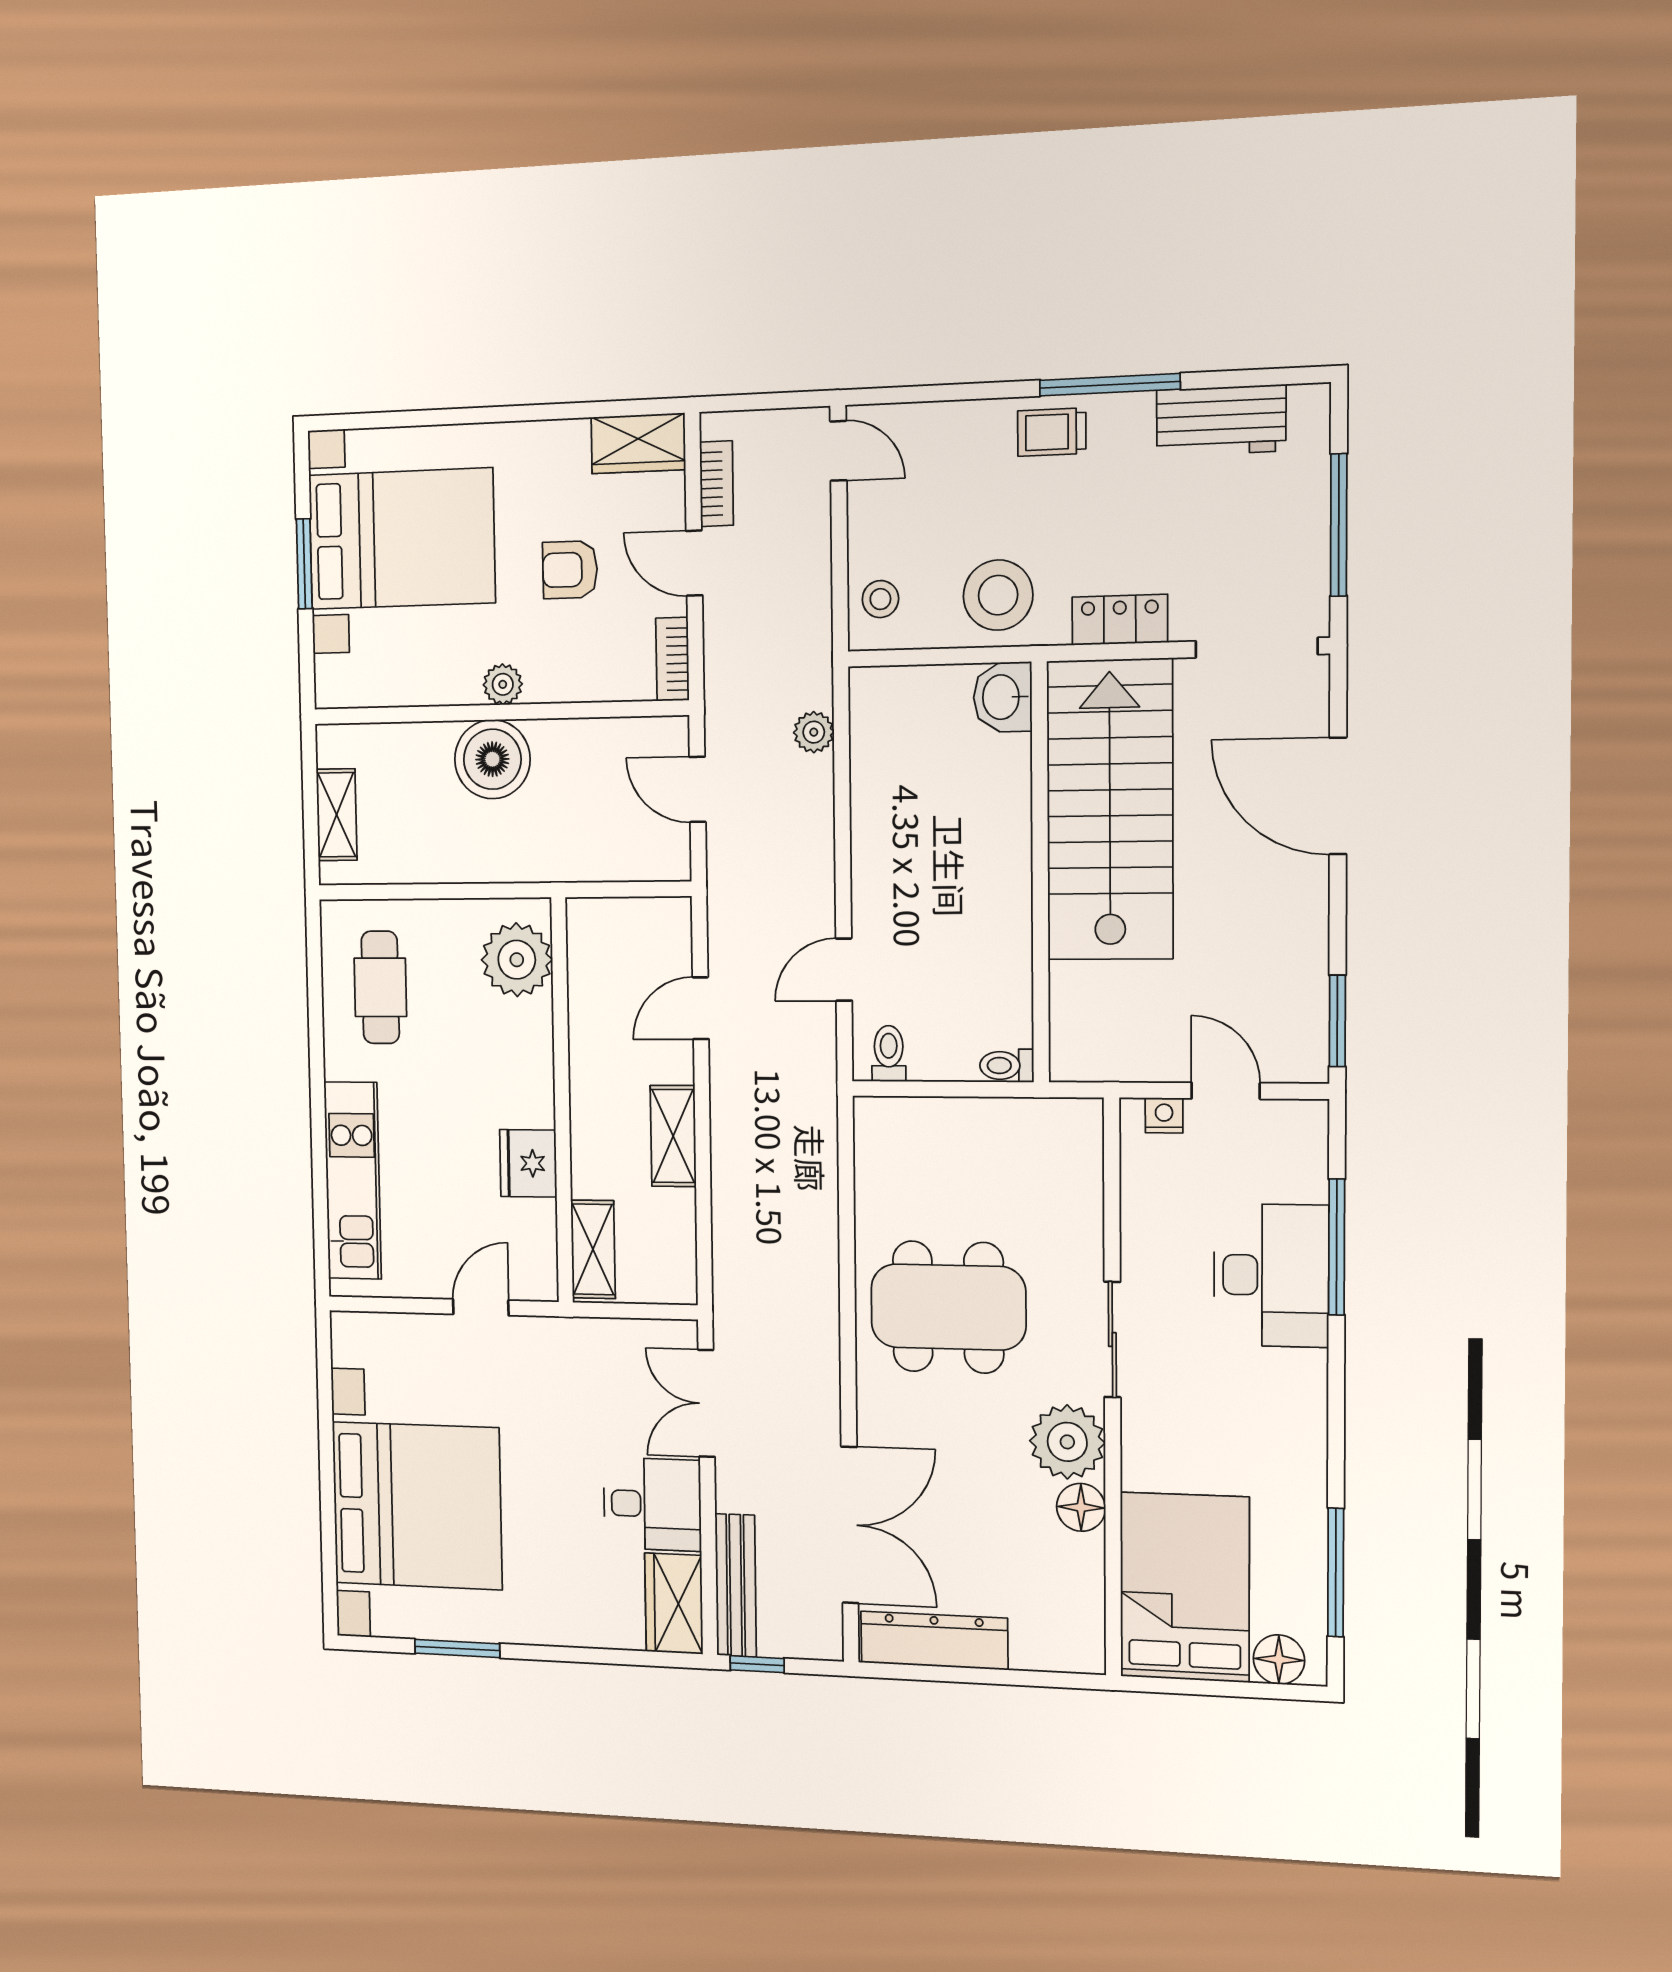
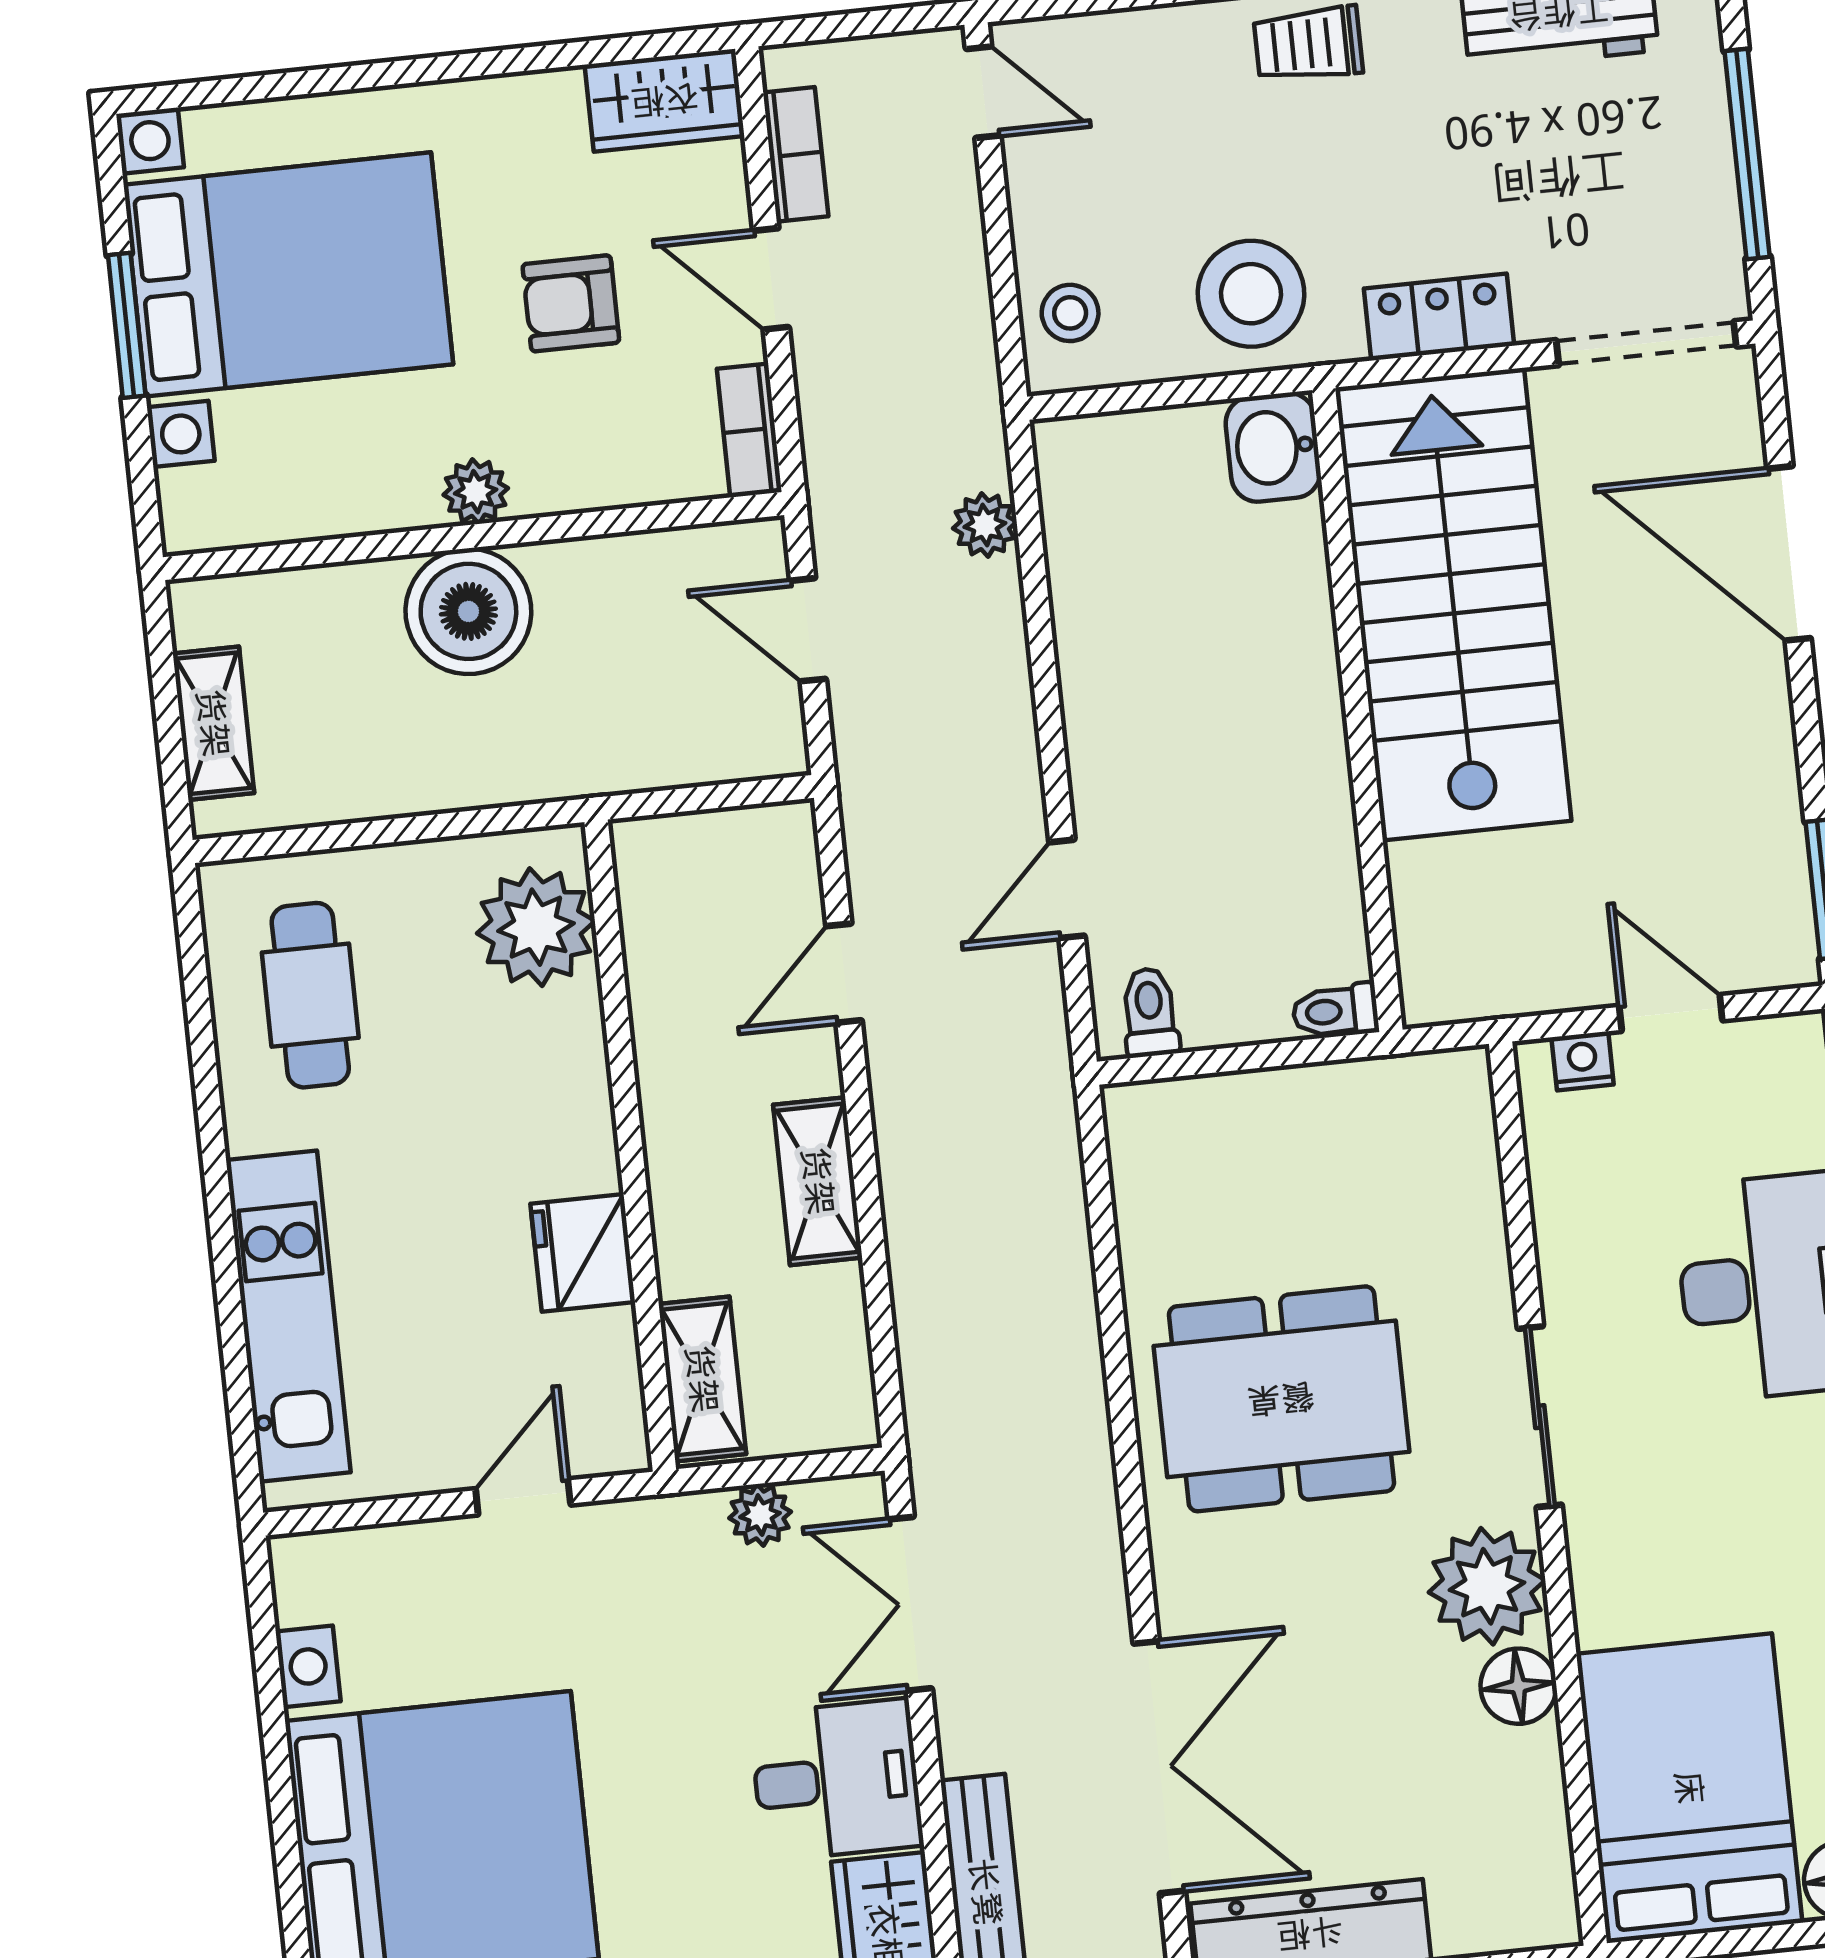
plant: (620, 1337) -> (760, 1515), added

